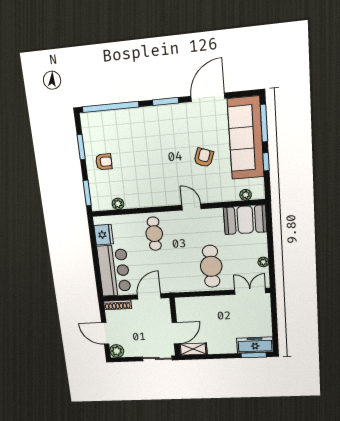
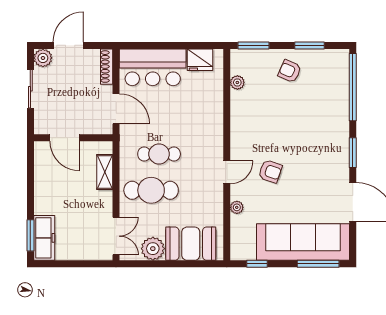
armchair: (204, 158) -> (270, 171), moved
armchair: (104, 162) -> (290, 71), turned 114
window: (266, 162) -> (257, 264), moved
plant: (246, 195) -> (237, 207), moved
booth: (245, 220) -> (191, 244), moved, turned 90
cafe table: (154, 234) -> (159, 154), moved
plant: (263, 262) -> (153, 249), width x1.88, depth x1.88
shelving: (193, 349) -> (105, 172), moved
sliding door: (157, 358) -> (30, 89), moved

